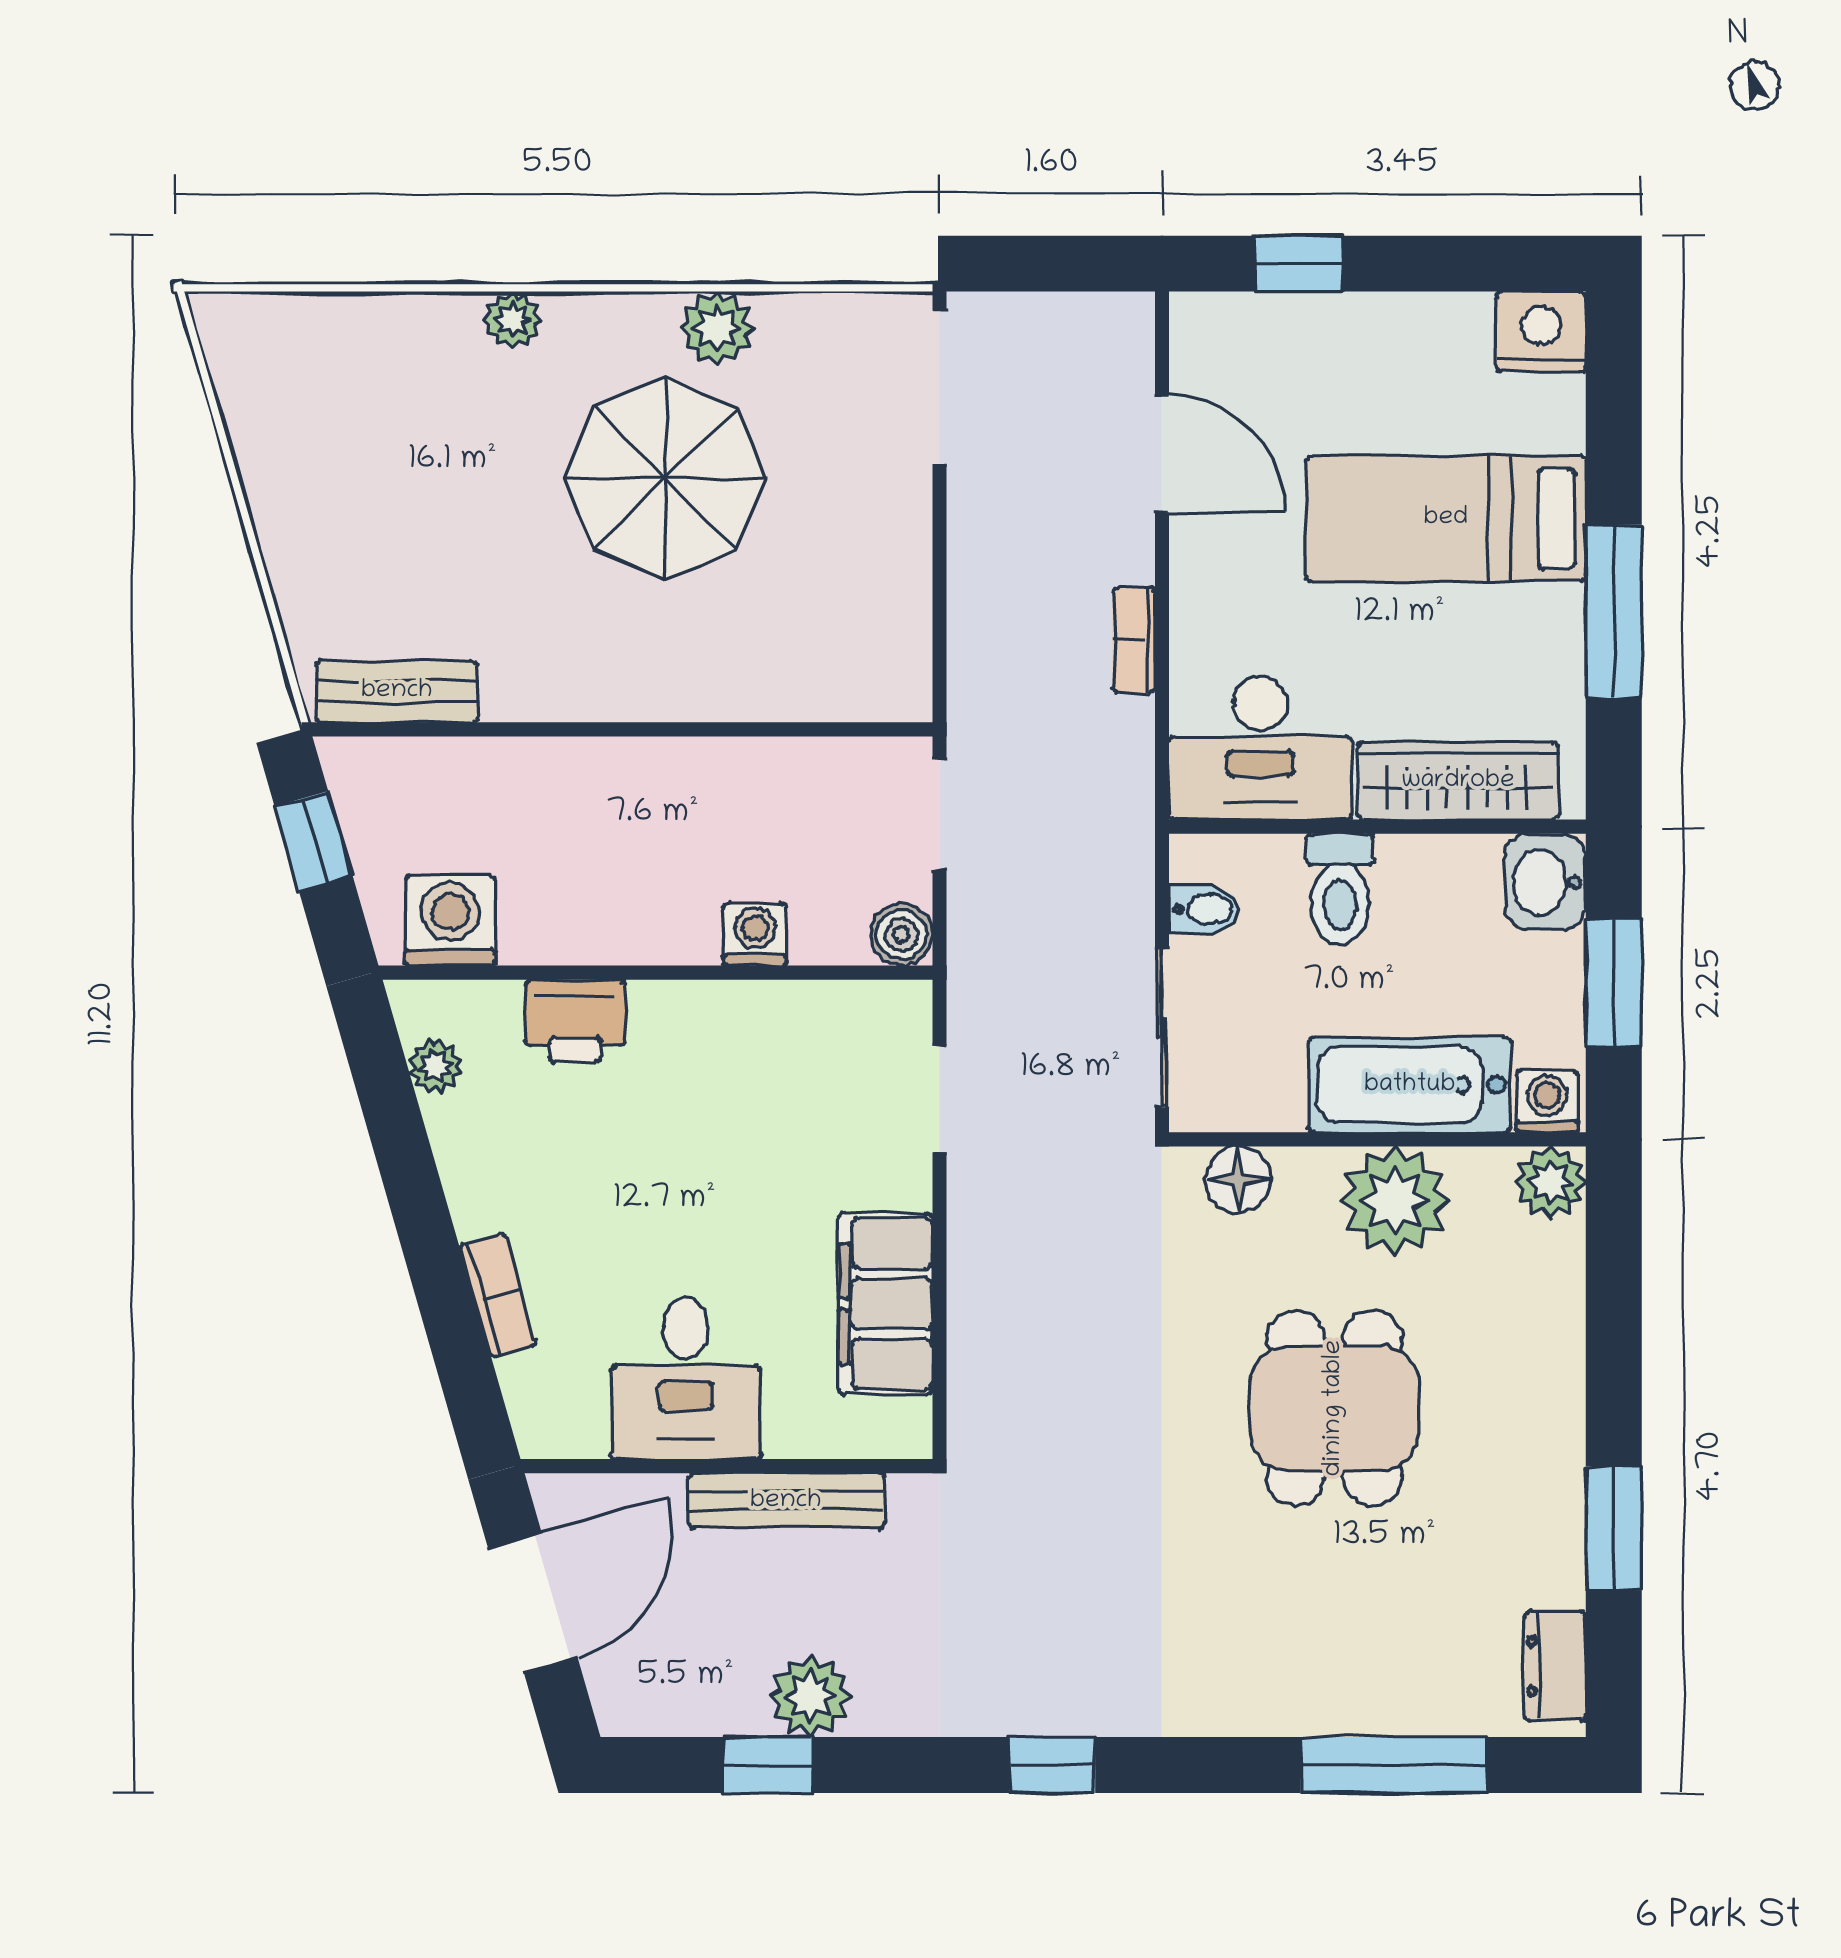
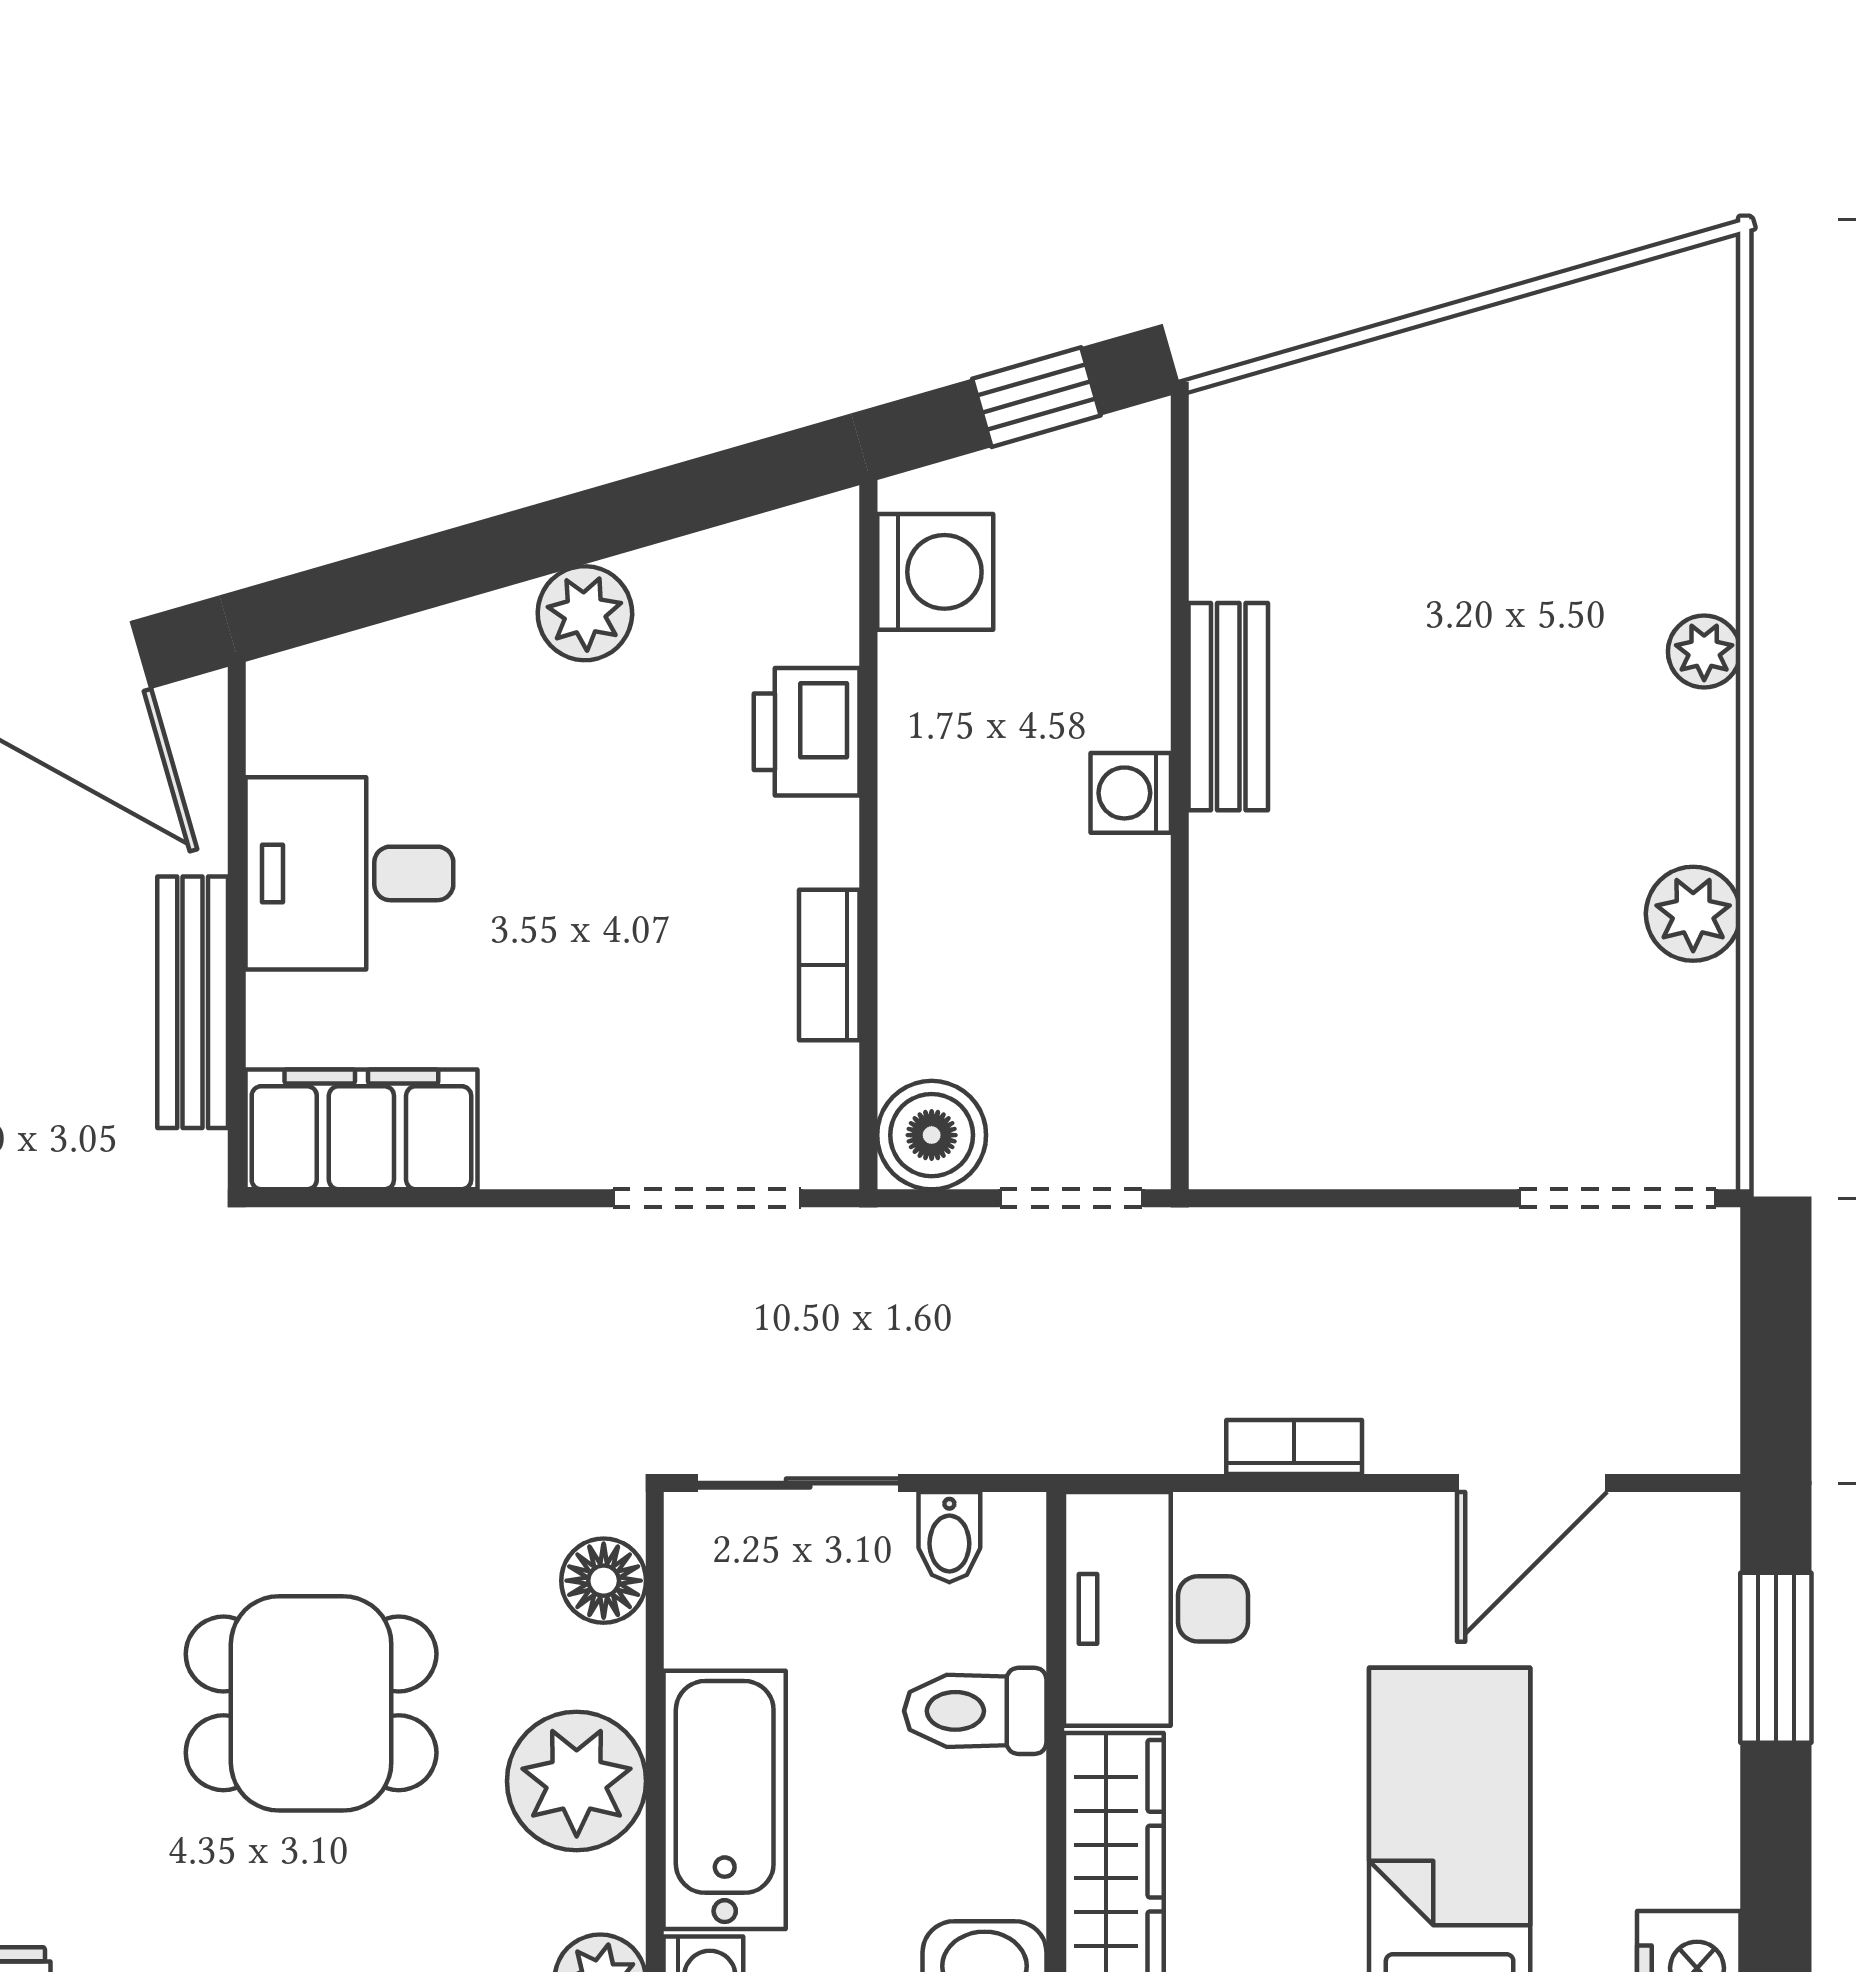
window: (1299, 264) -> (1776, 1658), width x1.50
parasol: (665, 479) -> (1501, 847), removed
bench: (397, 691) -> (1228, 707), moved
washing machine: (755, 934) -> (1131, 793), moved, turned 180
boiler: (901, 935) -> (932, 1135), width x1.36, depth x1.36
plant: (435, 1066) -> (585, 613), moved, width x1.38, depth x1.38
doorway: (940, 1099) -> (707, 1198), width x1.38
bookcase: (498, 1295) -> (829, 965), moved, turned 106
filing cabinet: (886, 1304) -> (361, 1129), moved

